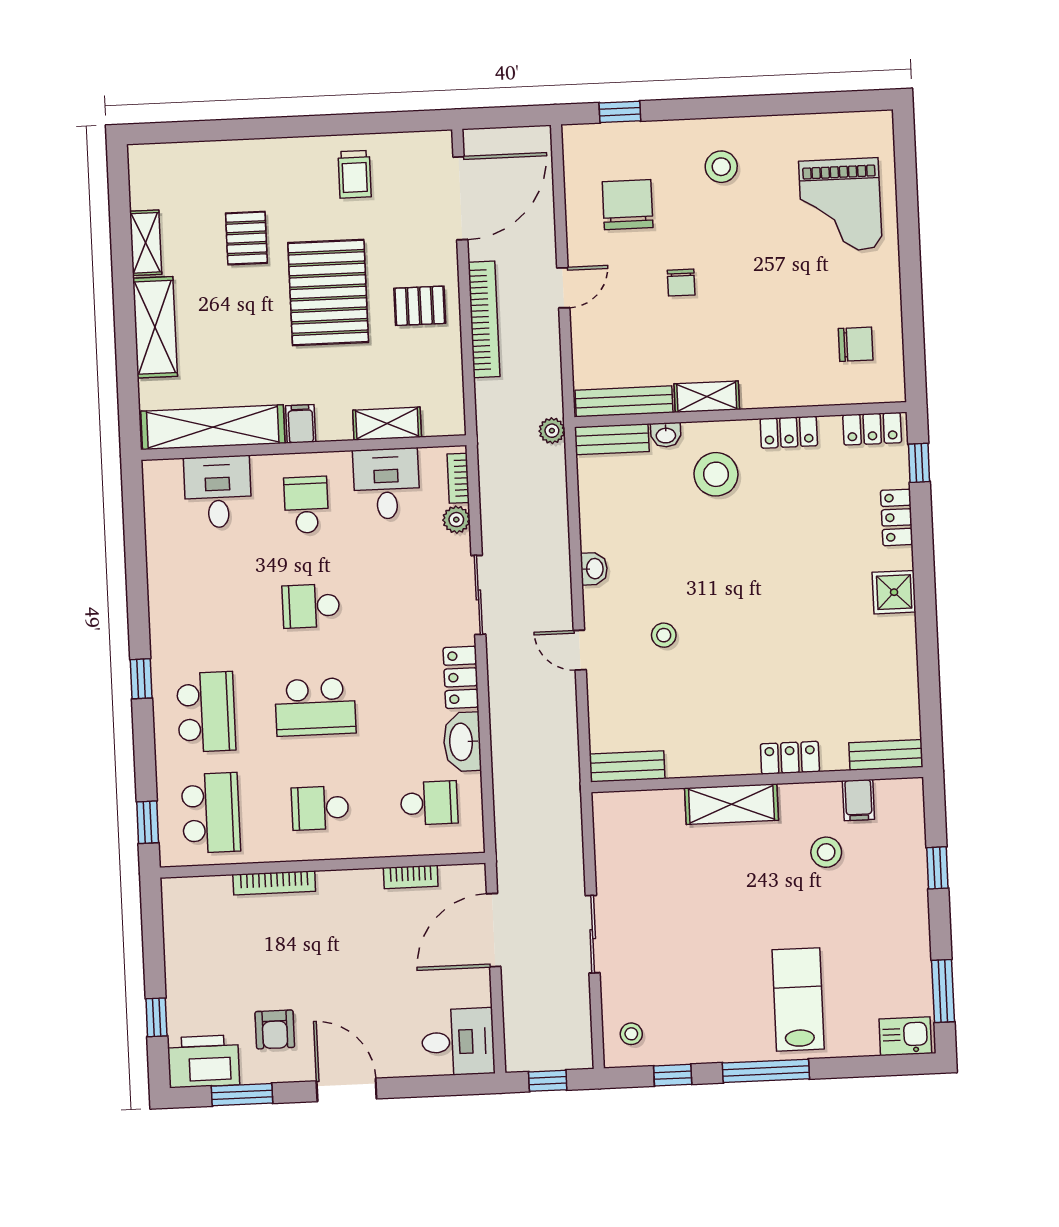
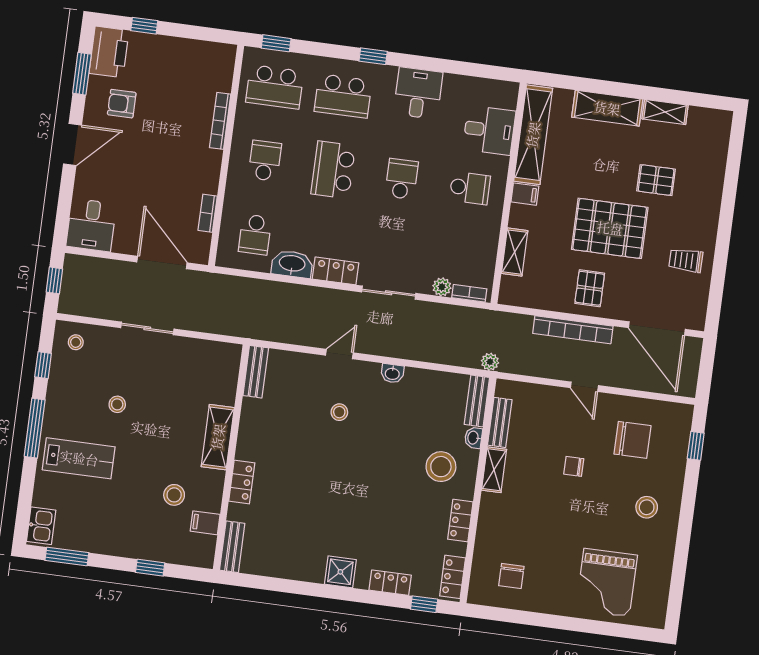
grand piano: (840, 205) -> (607, 583), turned -90
bench: (624, 401) -> (500, 422), width x0.73
desk: (386, 484) -> (418, 93), moved, turned -90
stool: (710, 958) -> (117, 404), added

